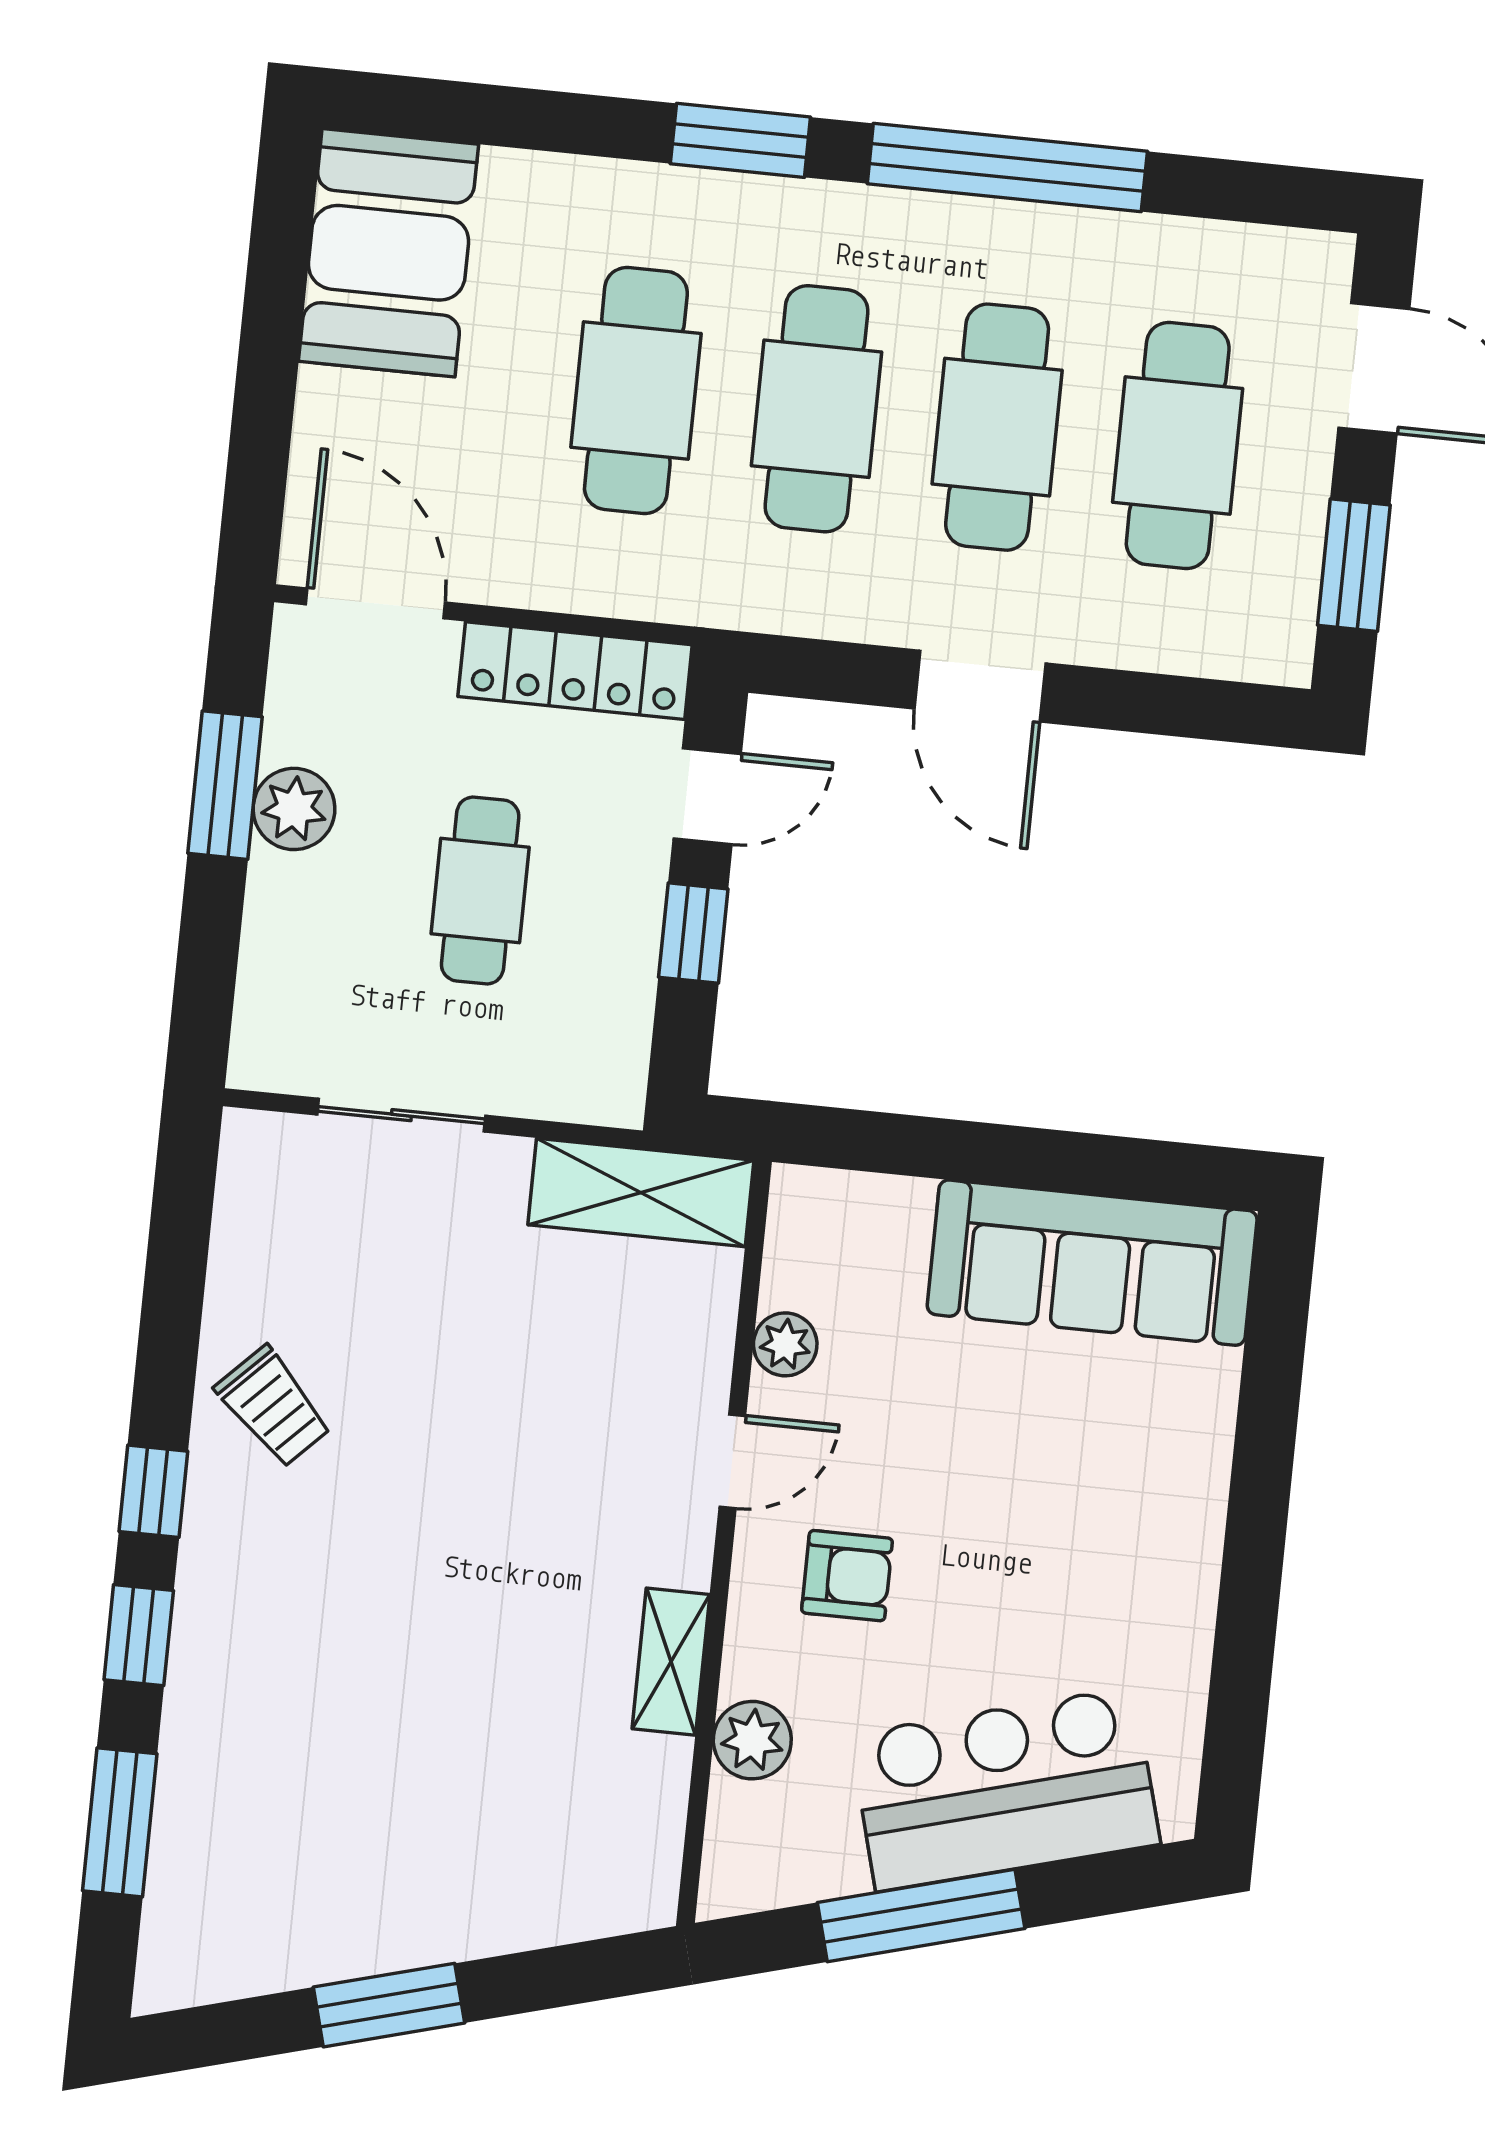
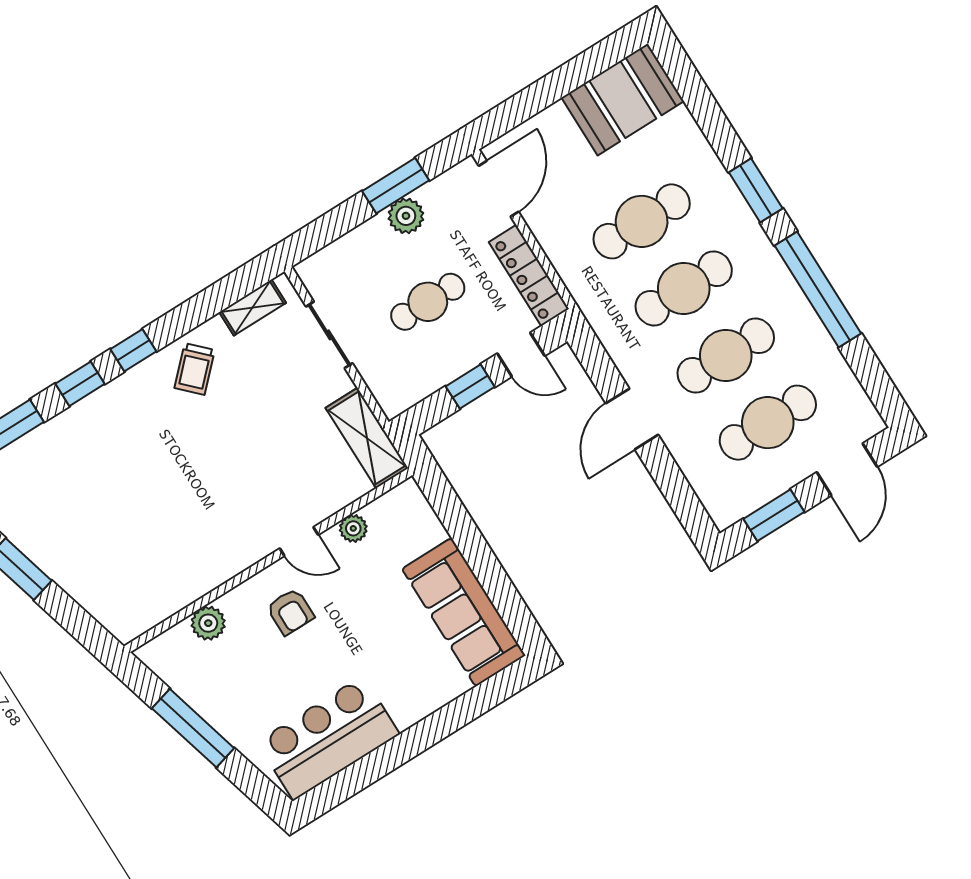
shelving: (671, 1662) -> (253, 307), moved
bar counter: (1005, 1789) -> (328, 738), moved, turned -75

